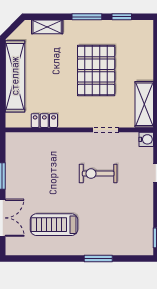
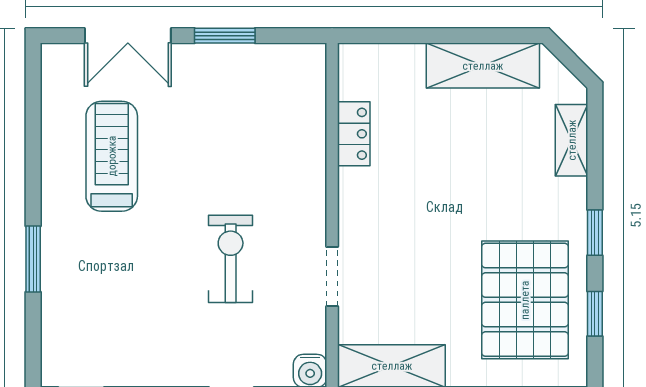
window: (87, 17) -> (595, 233), width x0.67
pallet: (96, 71) -> (525, 300), moved, turned 90
shelving: (15, 76) -> (483, 66), width x0.68

